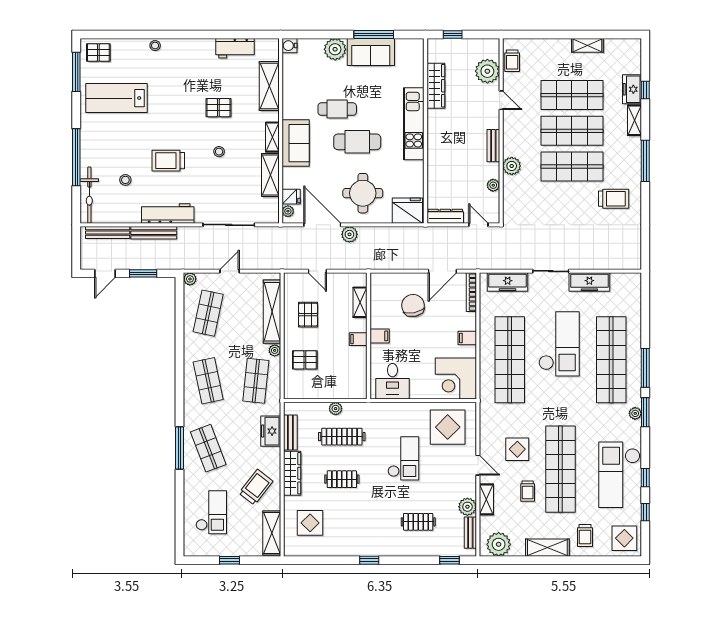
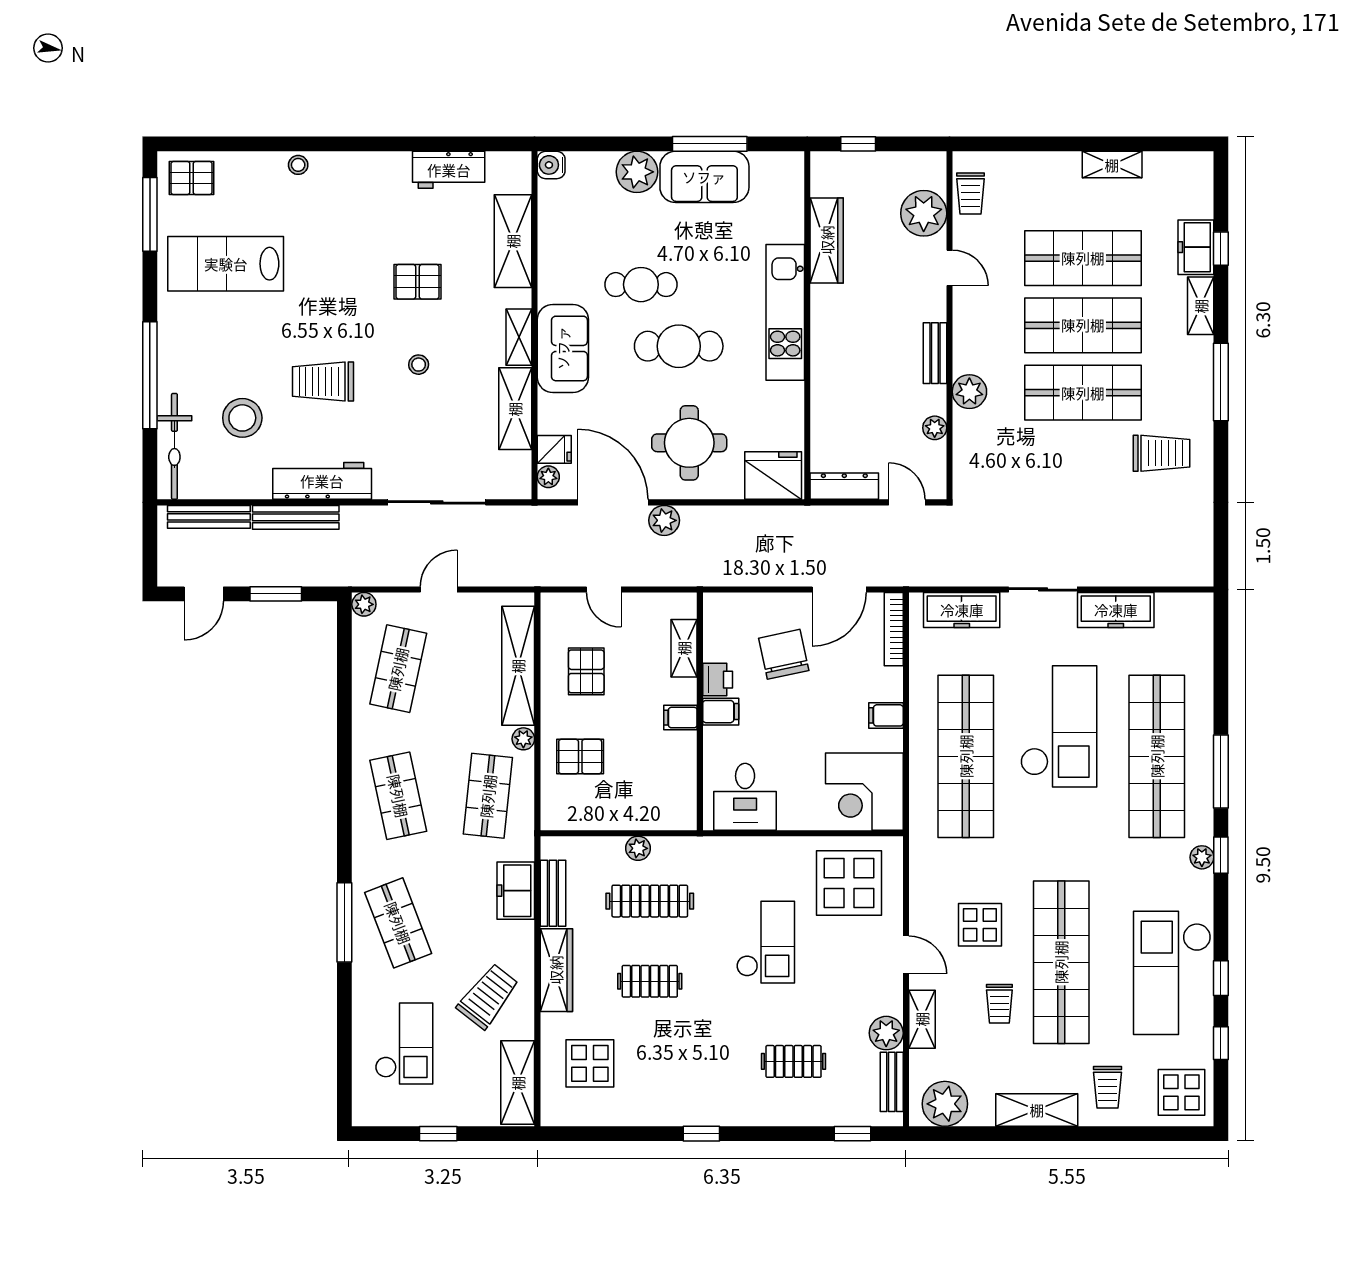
stool: (125, 180) -> (242, 418), width x1.89, depth x1.89
printer: (378, 319) -> (718, 680), added
window: (645, 412) -> (1221, 855), width x0.67

